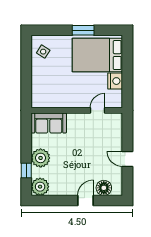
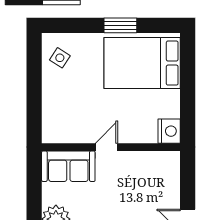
nightstand: (115, 81) -> (169, 131), moved
door: (97, 110) -> (106, 147), moved

